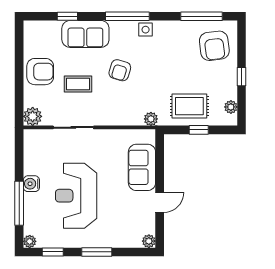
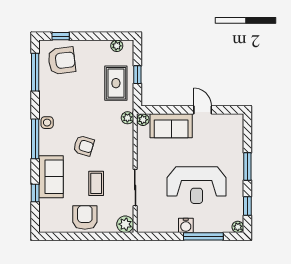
window: (242, 77) -> (61, 36), moved
plant: (149, 241) -> (143, 120), moved

